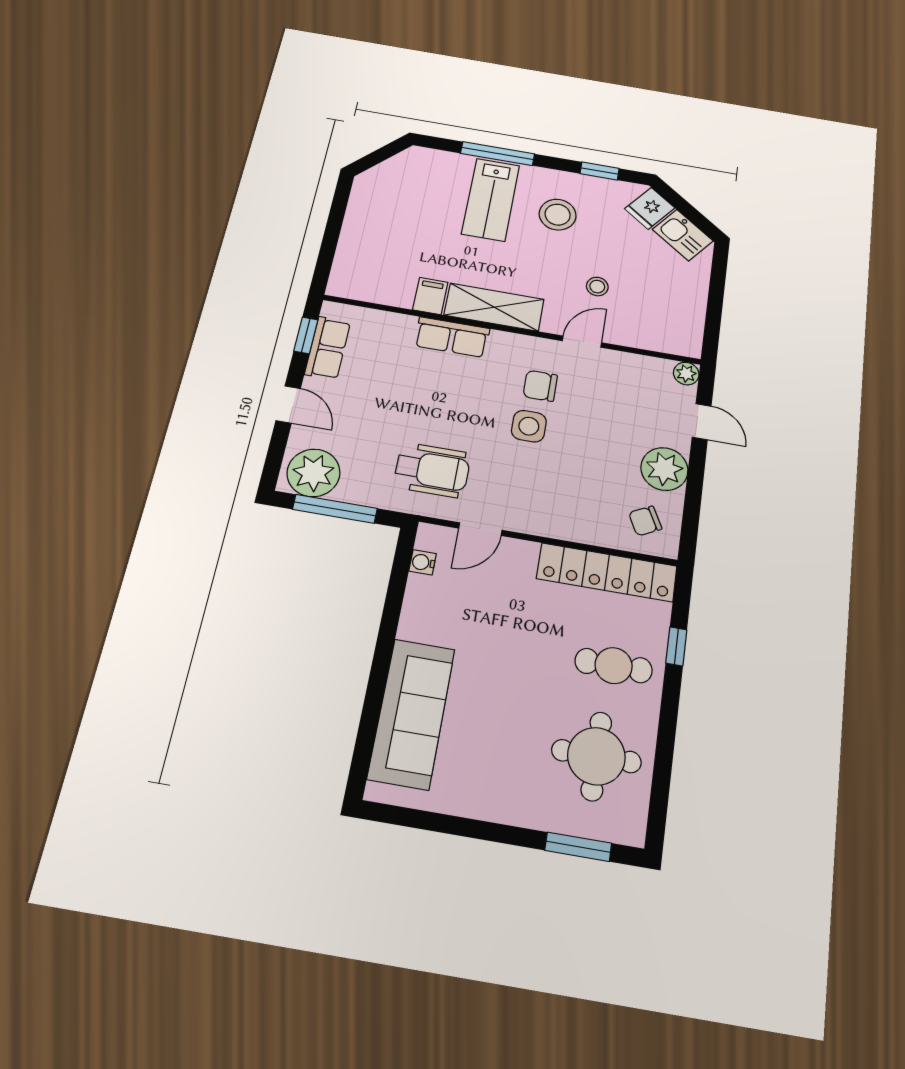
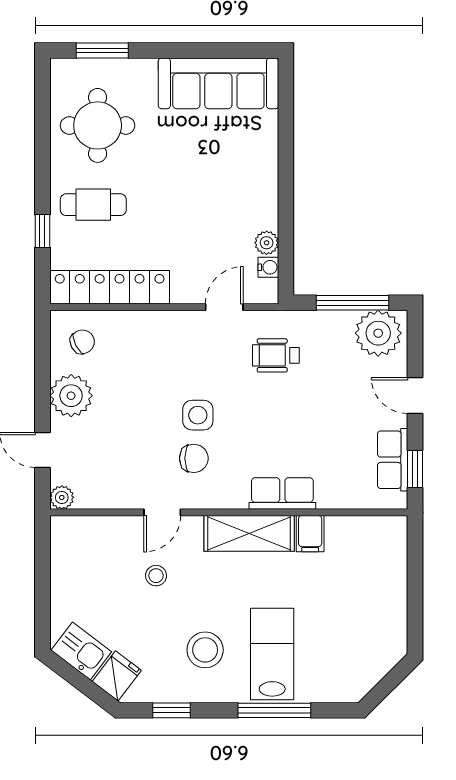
wheelchair: (432, 470) -> (276, 355), width x0.73, depth x0.73
plant: (419, 589) -> (267, 243), added
sofa: (412, 713) -> (218, 83), moved, turned -90

